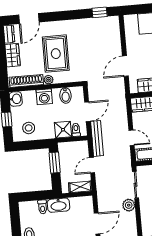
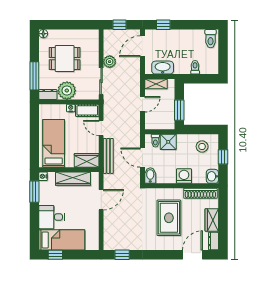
plant: (49, 80) -> (178, 193), removed
bidet: (65, 95) -> (150, 176), moved
door: (87, 112) -> (142, 158), hinge flipped
bench: (97, 138) -> (108, 156), moved
washbasin: (58, 205) -> (163, 68), moved

